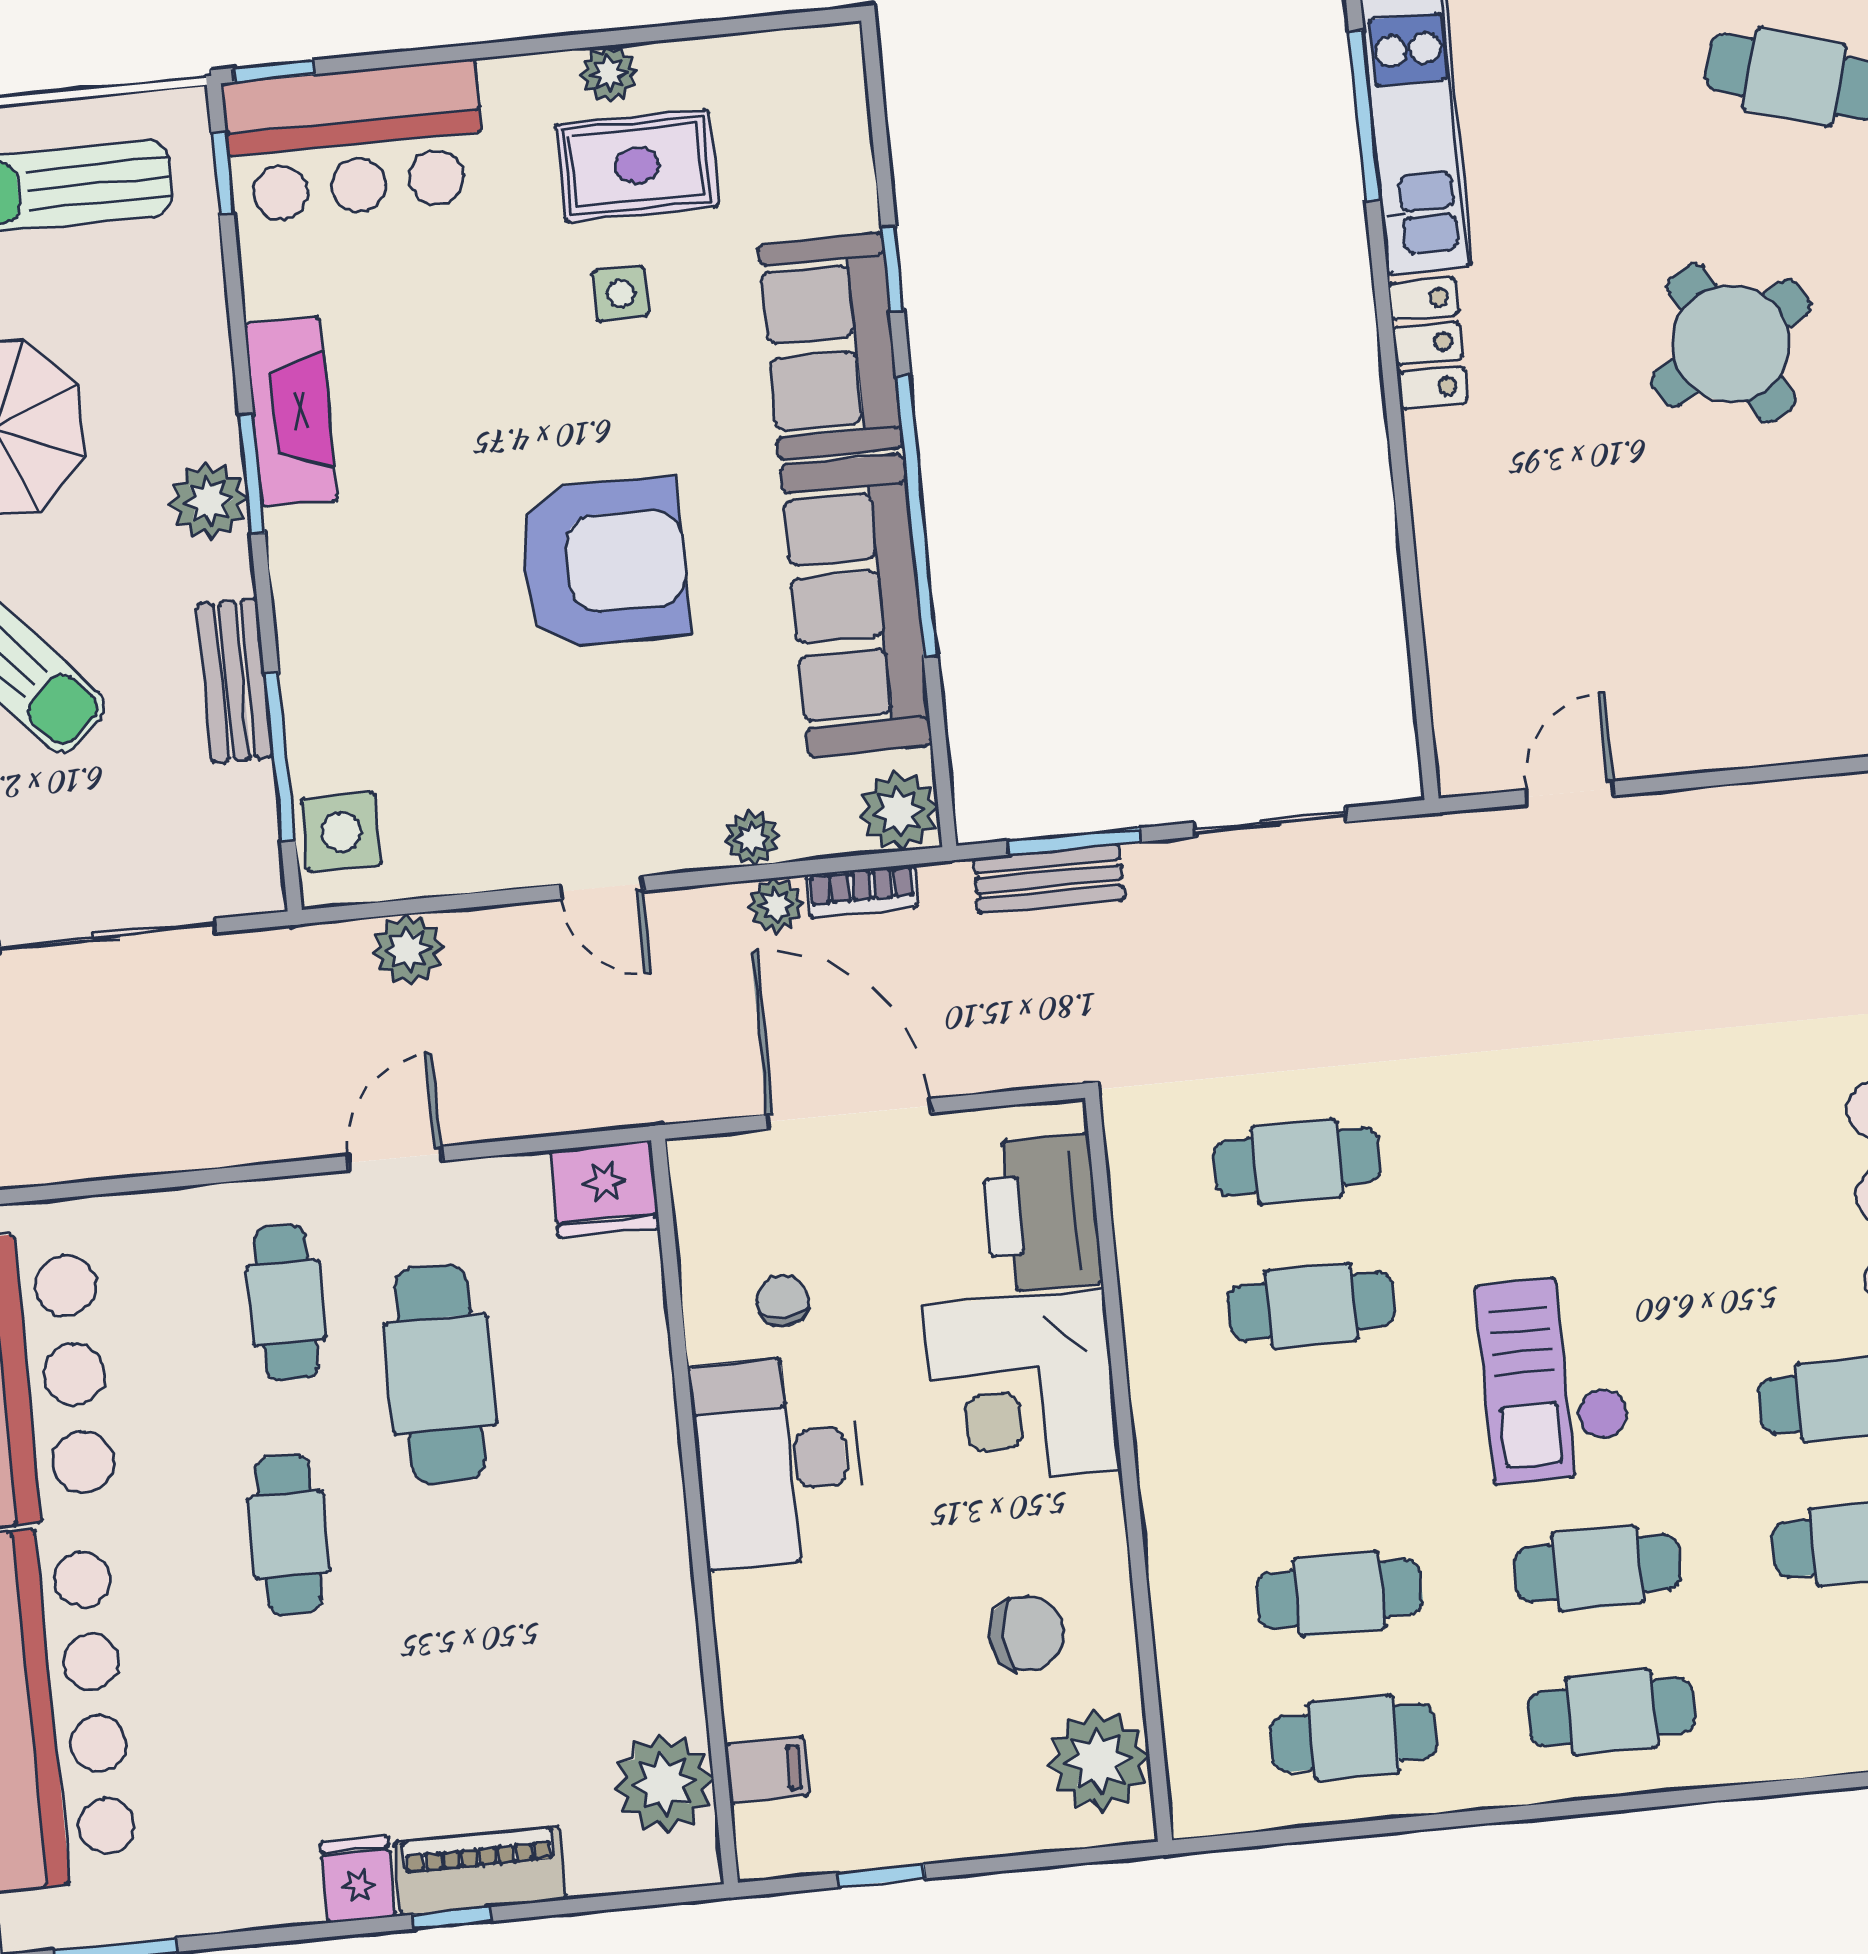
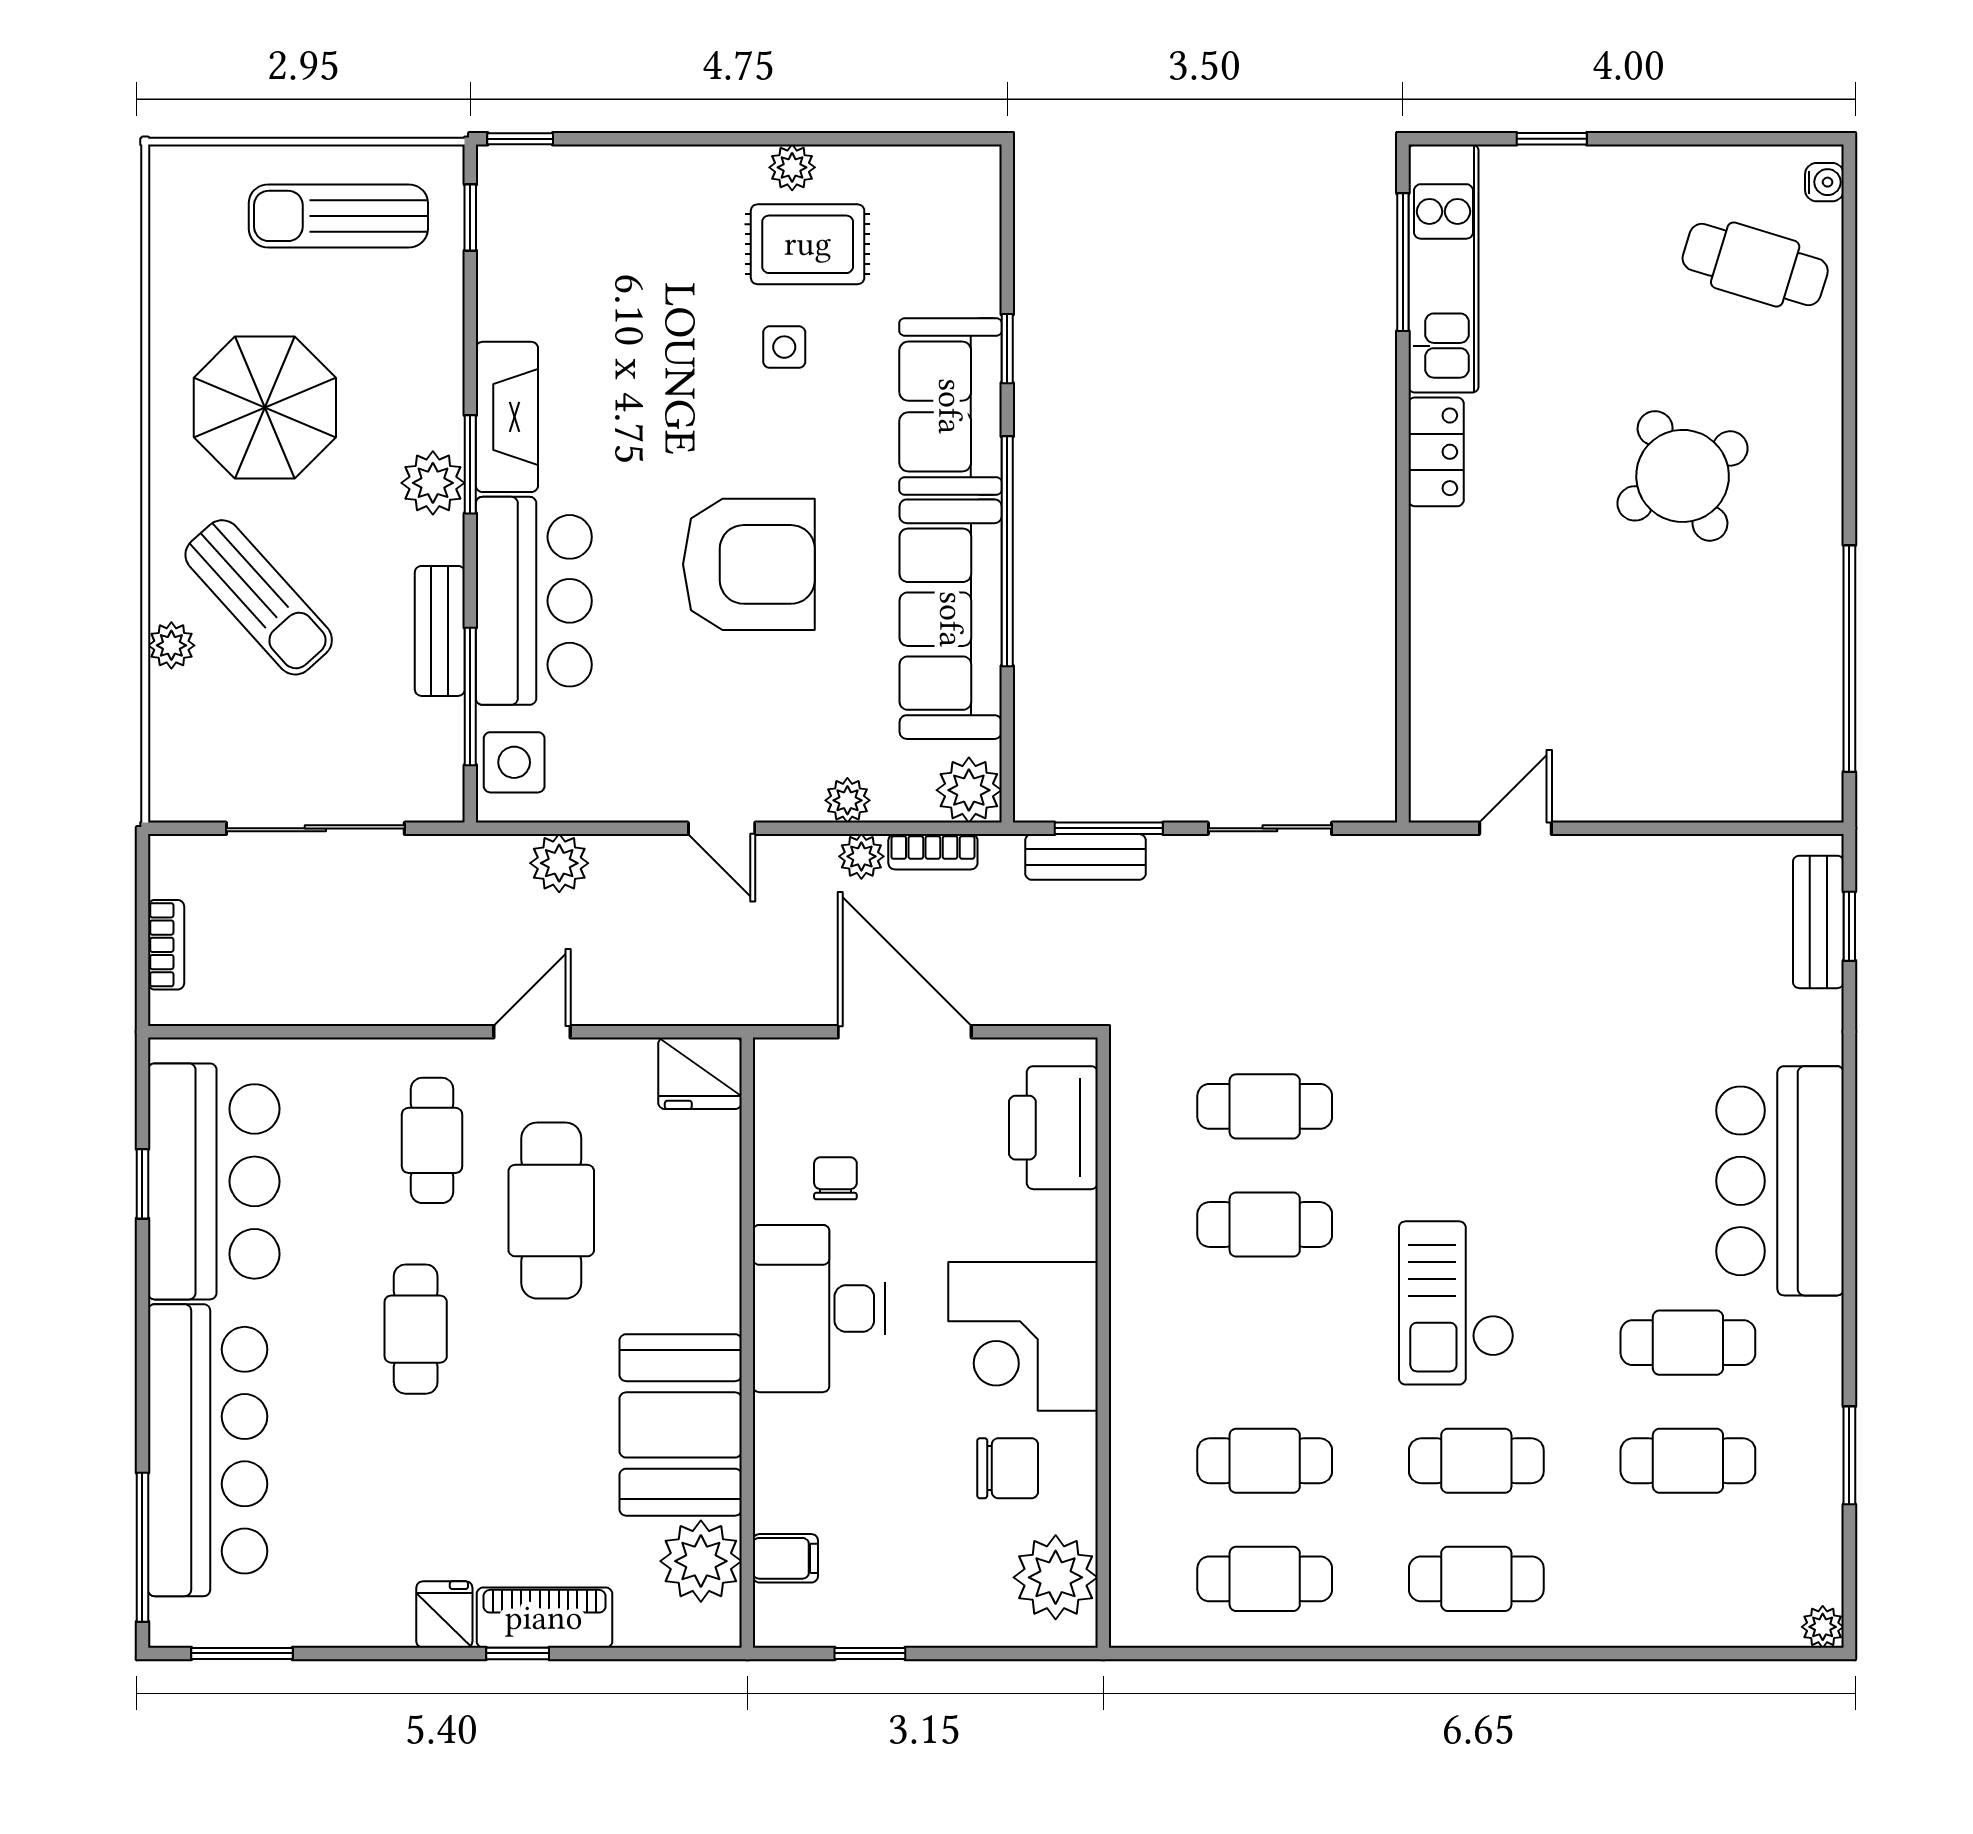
bar counter: (354, 141) -> (534, 601), moved, turned -90
corner desk: (1022, 1388) -> (1023, 1336), moved
booth: (623, 1620) -> (681, 1425), added

